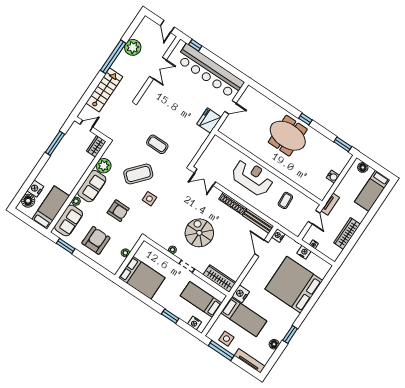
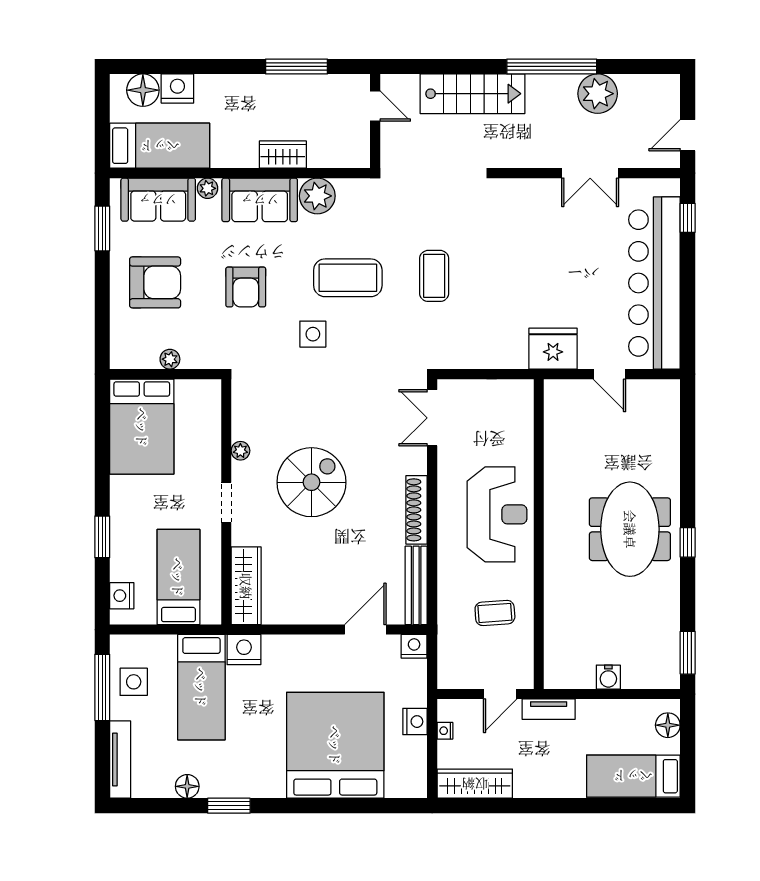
wardrobe: (96, 146) -> (283, 155), moved
coffee table: (138, 174) -> (348, 278), turned -41
wardrobe: (347, 234) -> (475, 784), moved

